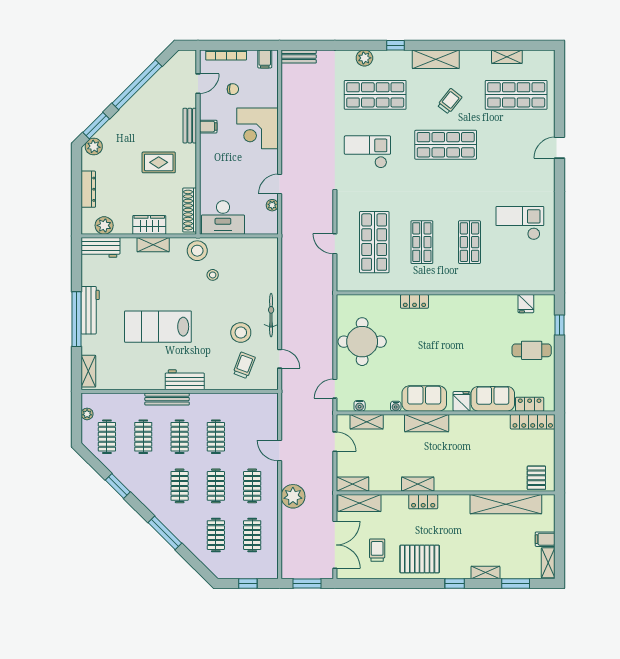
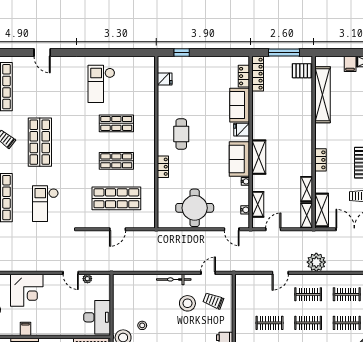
cafe table: (532, 350) -> (181, 134), moved
window: (560, 455) -> (284, 53), added
shelving: (418, 484) -> (307, 189), moved

